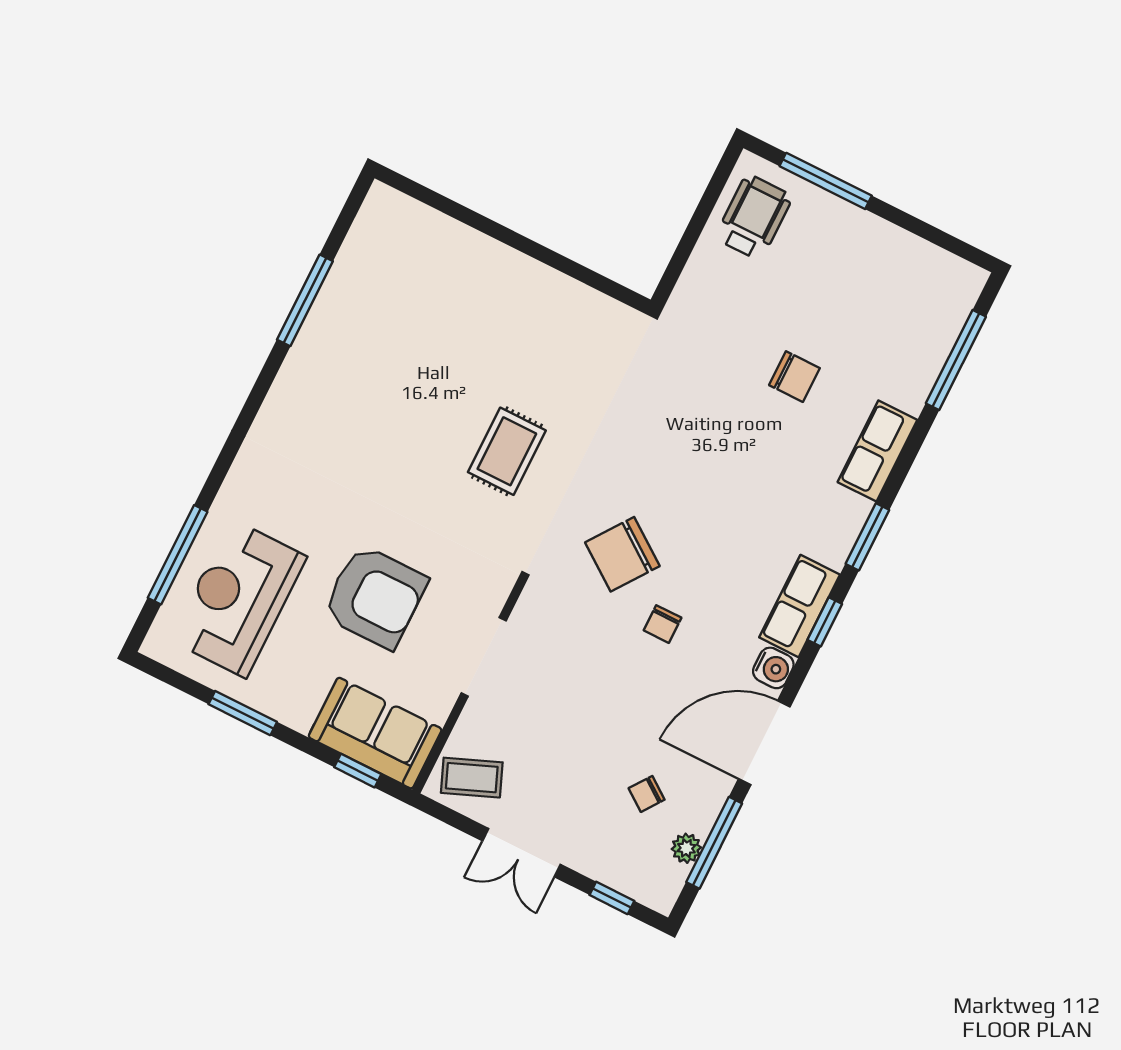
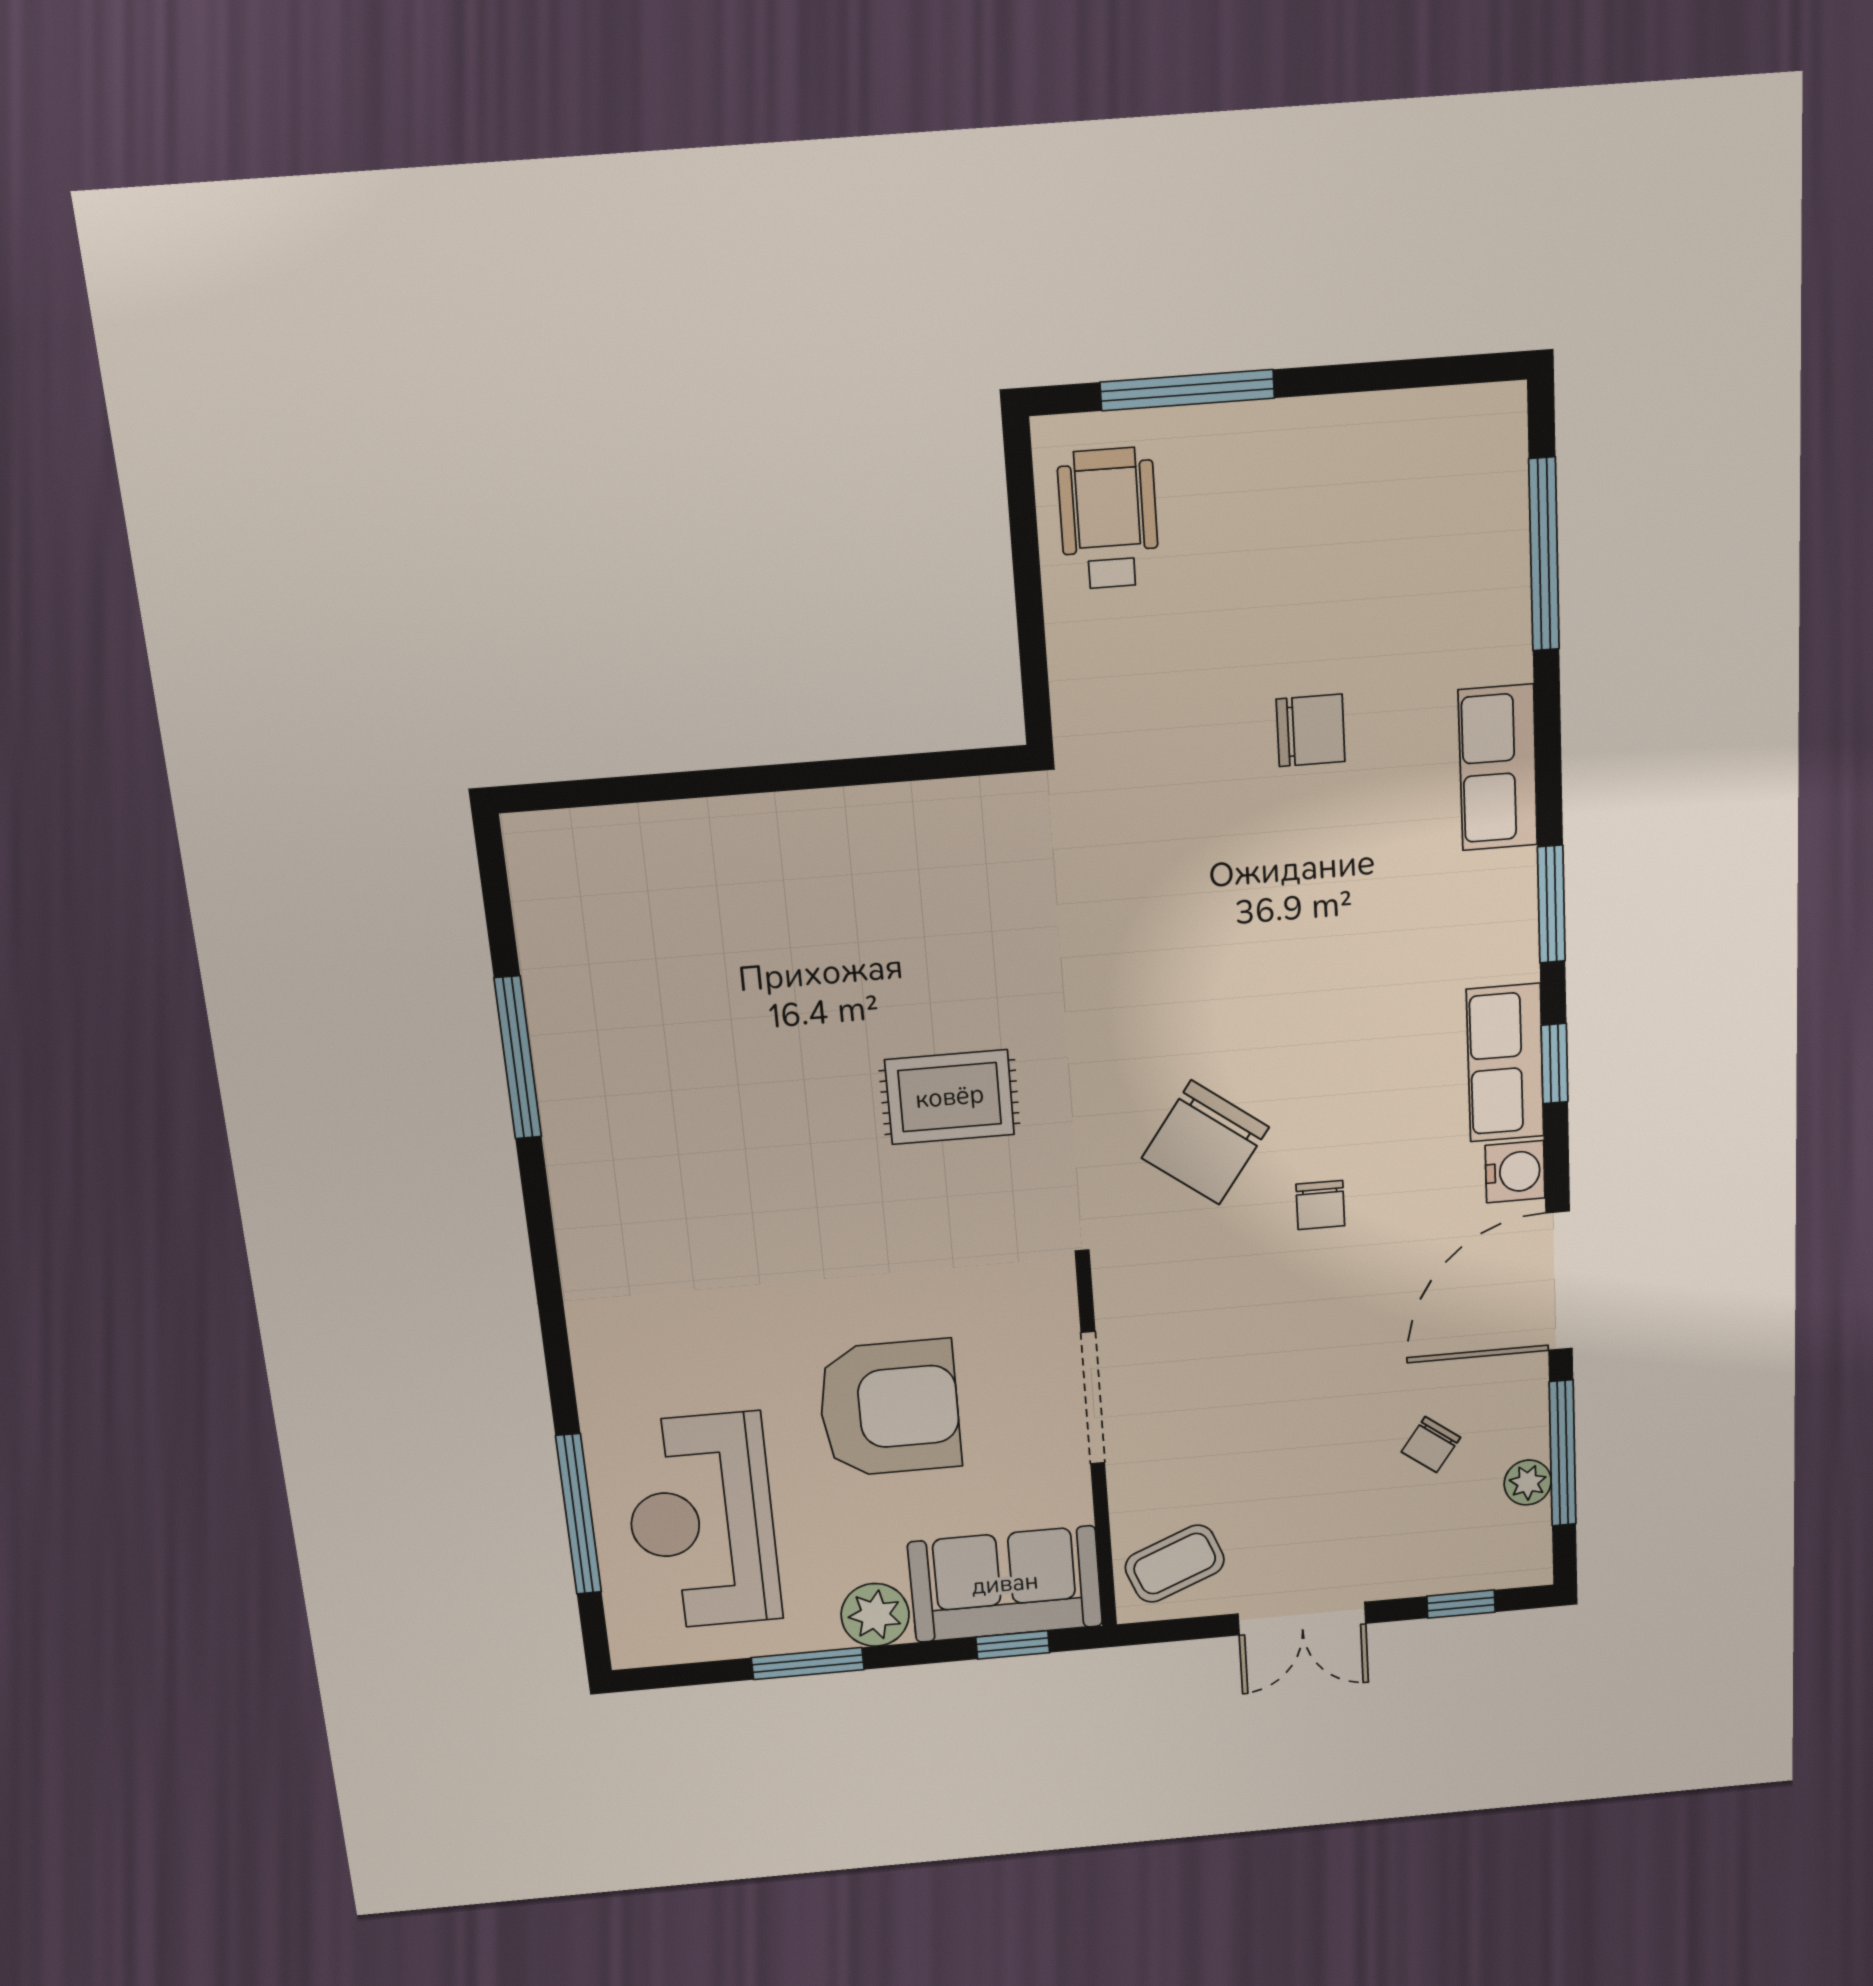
rug: (507, 451) -> (950, 1097), turned 90
plant: (296, 708) -> (875, 1615), added

